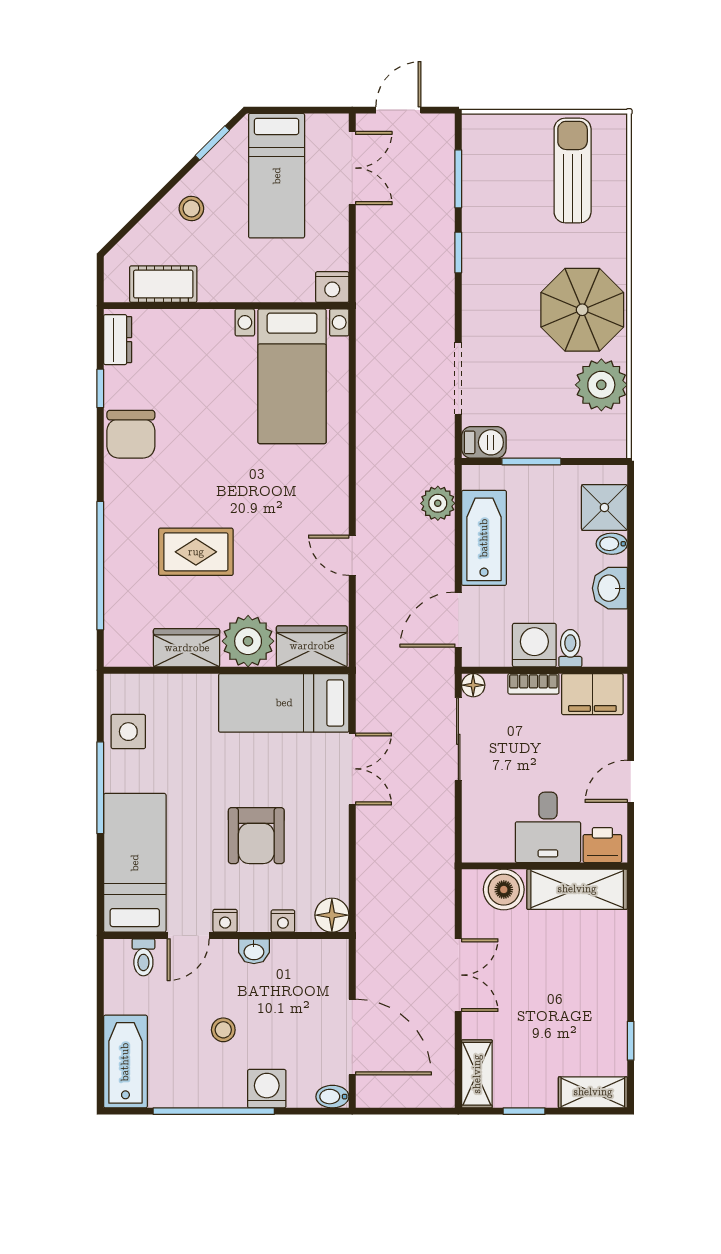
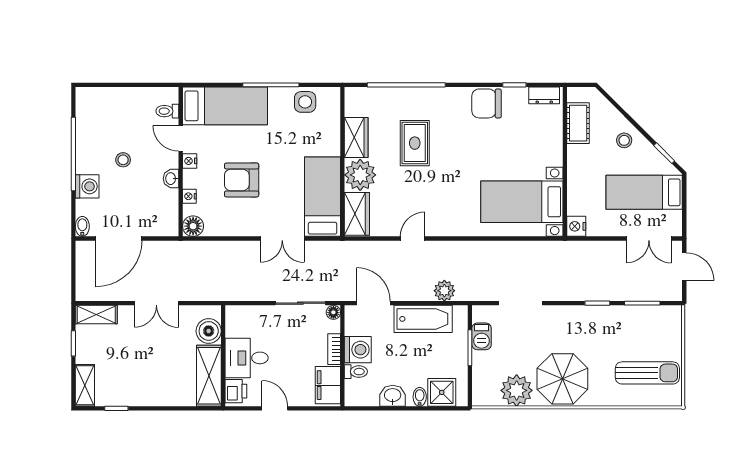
barbecue: (484, 442) -> (482, 336), moved
bathtub: (125, 1062) -> (104, 100), removed

